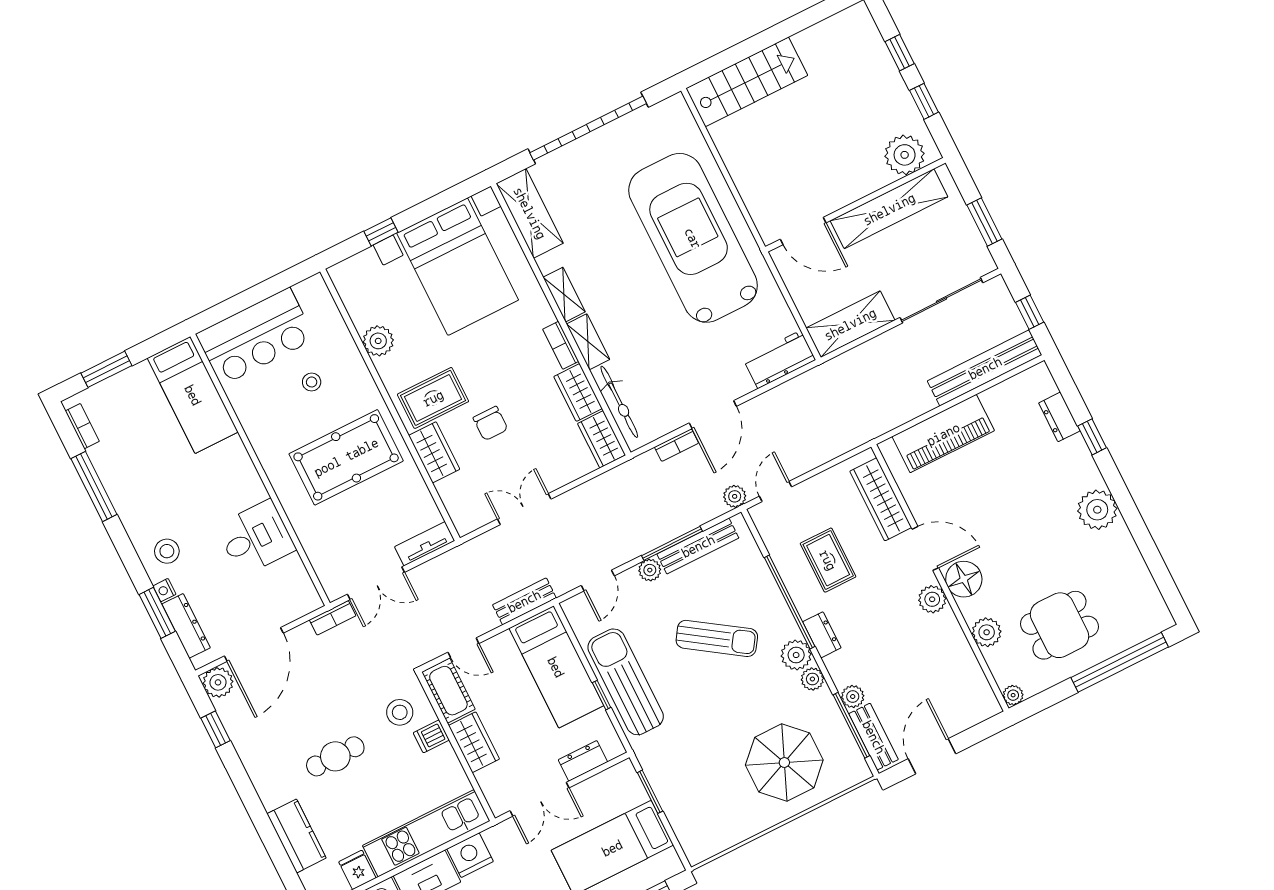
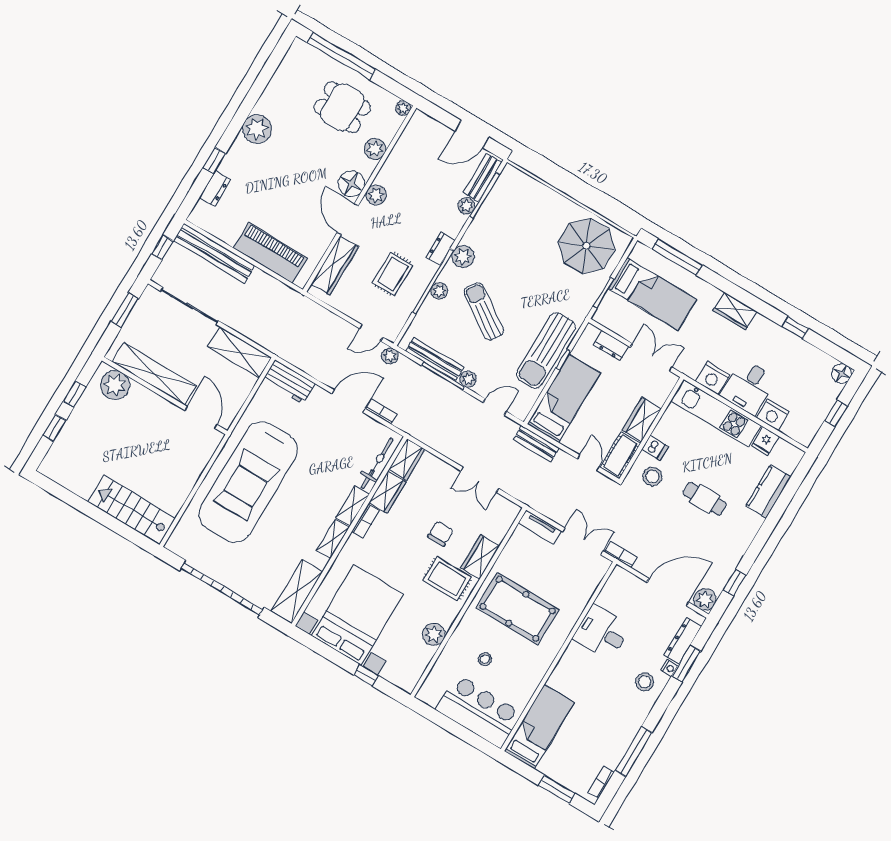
plant: (812, 679) -> (439, 291), moved
parasol: (784, 763) -> (586, 246), moved

